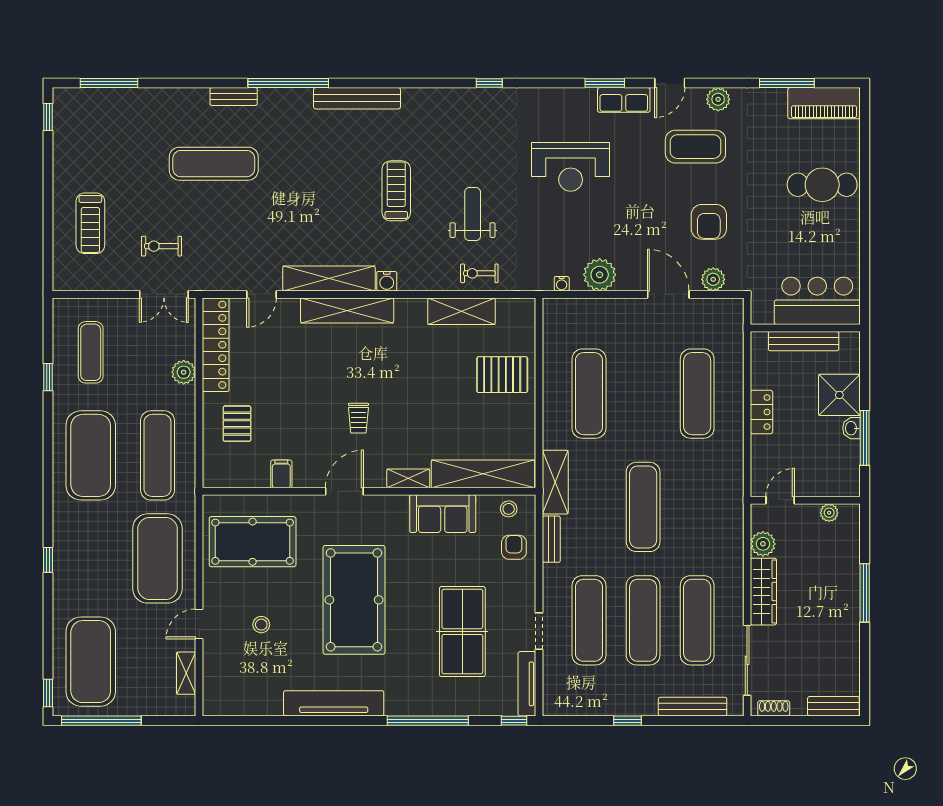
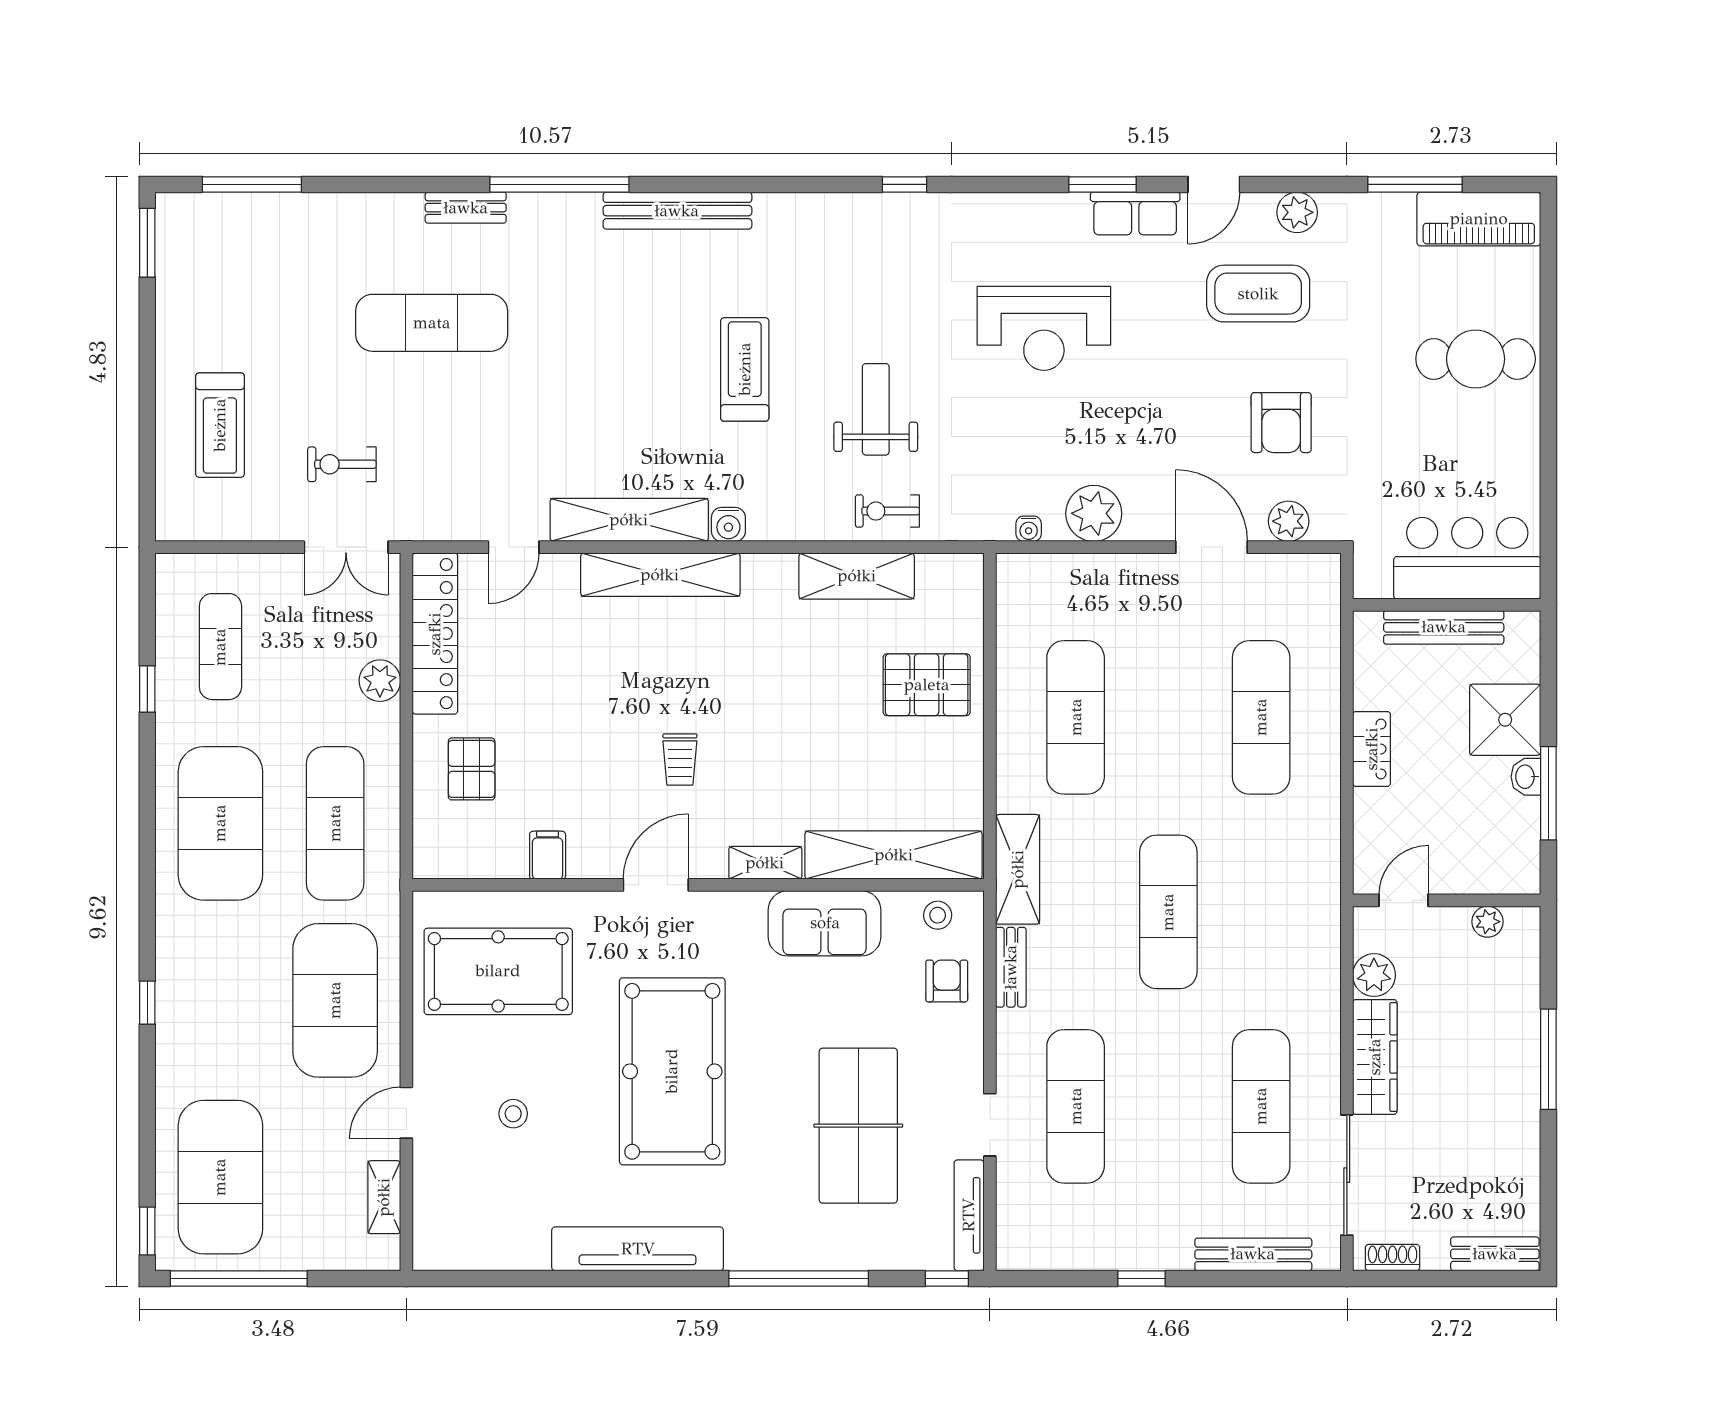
window: (48, 117) -> (147, 243), width x1.50
exercise mat: (643, 620) -> (1168, 1106), removed

